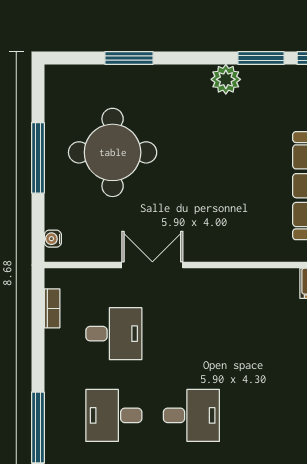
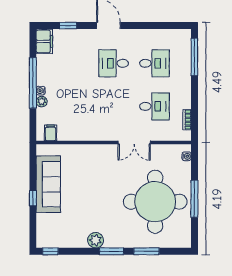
window: (261, 58) -> (111, 251), moved
round table: (113, 152) -> (155, 202), width x1.36, depth x1.36
desk: (114, 334) -> (154, 106), turned 180

